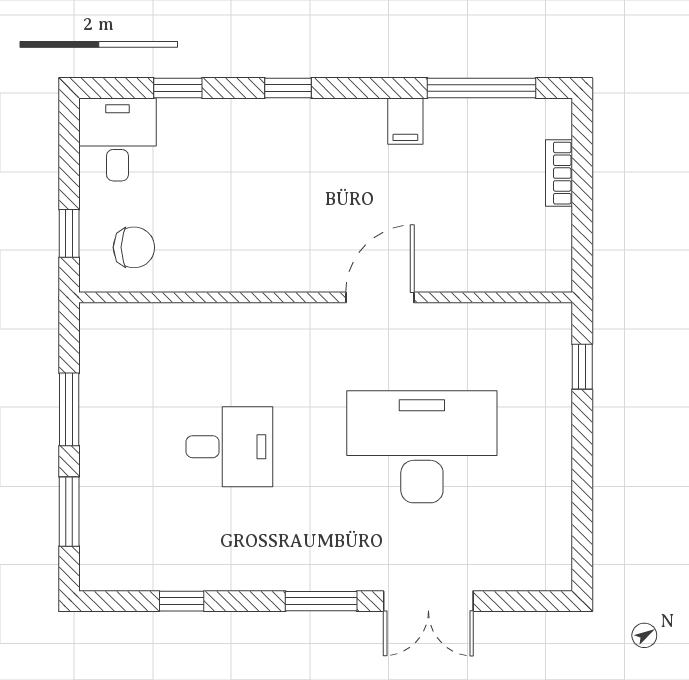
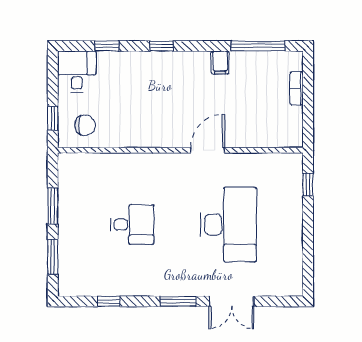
desk: (422, 447) -> (228, 225), turned 90

